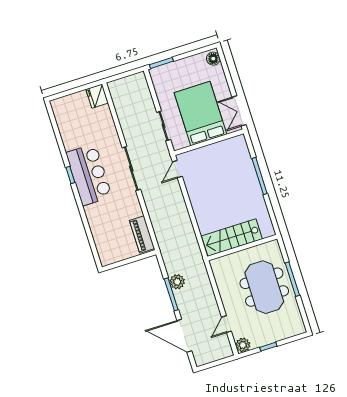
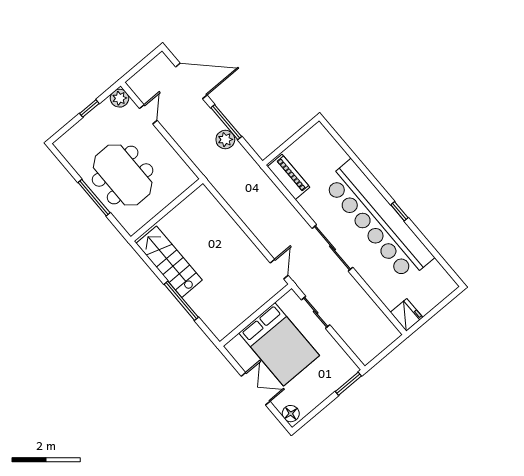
double door: (239, 111) -> (256, 389), moved
bar counter: (89, 175) -> (378, 220), width x1.86
stairs: (232, 237) -> (169, 262), moved, turned -90

